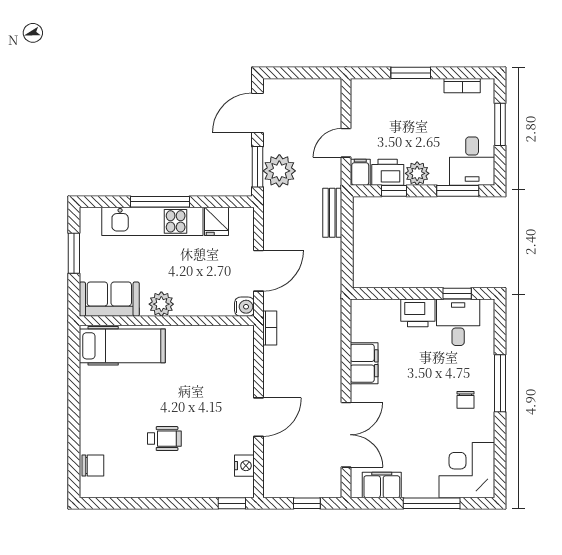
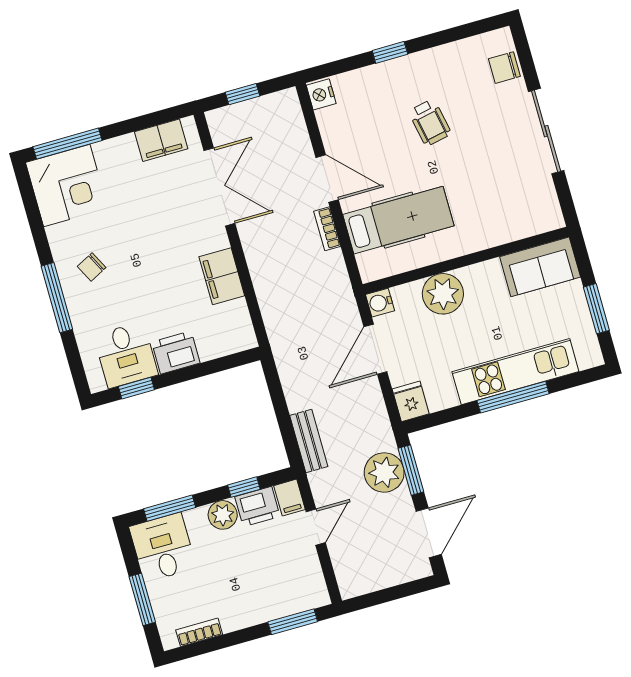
window: (411, 73) -> (293, 622), moved
fridge: (216, 221) -> (411, 401), moved
plant: (161, 304) -> (443, 294), moved, width x1.36, depth x1.36
bookcase: (270, 328) -> (327, 229), moved
hospital bed: (122, 346) -> (398, 220), moved, turned 180
chair: (465, 400) -> (92, 267), turned -117
sliding door: (74, 406) -> (546, 131), added
door: (259, 417) -> (327, 179), swing flipped
double door: (346, 435) -> (219, 187), swing flipped
wheelchair: (164, 439) -> (430, 123), turned -101
nightstand: (244, 466) -> (321, 94), moved
window: (232, 503) -> (390, 52), moved
window: (432, 503) -> (67, 144), moved

